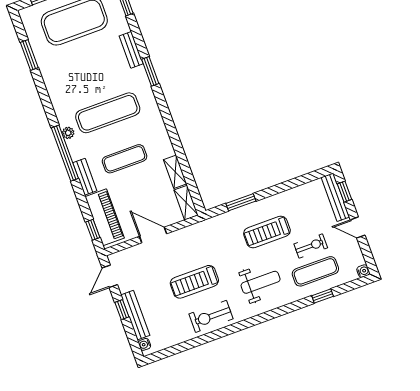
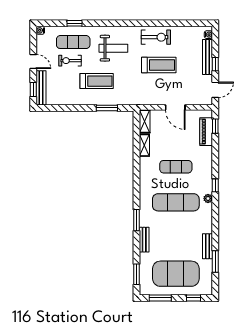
window: (65, 153) -> (215, 185), width x0.32
bench: (85, 177) -> (208, 246), moved
piano: (105, 217) -> (206, 132), width x0.73, depth x0.75
weight bench: (261, 282) -> (113, 48), turned 180

